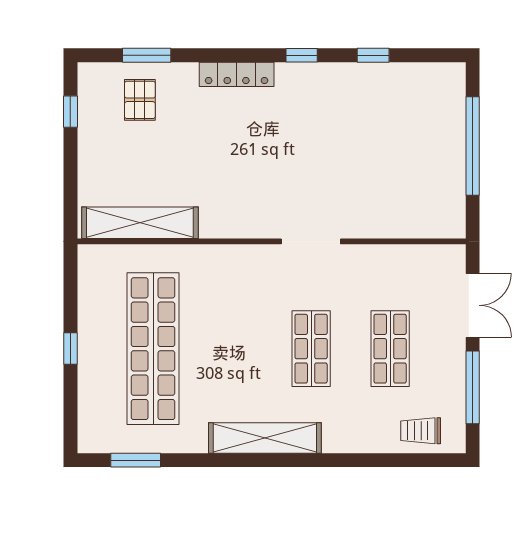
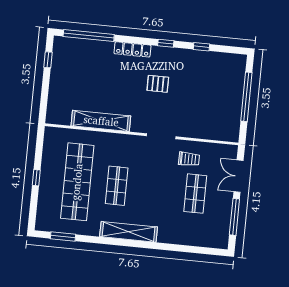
window: (147, 55) -> (89, 35), width x2.11
pallet: (140, 100) -> (158, 84), moved, turned 90
shelving: (140, 223) -> (101, 121), moved
double door: (473, 305) -> (239, 176), swing flipped
shop shelf: (311, 349) -> (117, 186), moved
trolley: (421, 431) -> (189, 159), moved, turned 180

